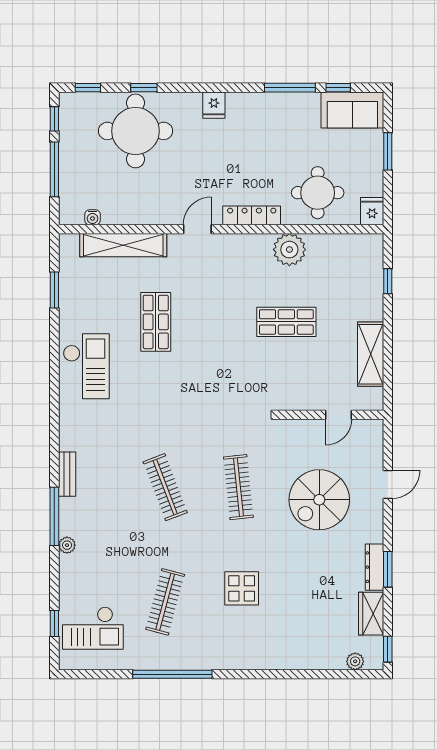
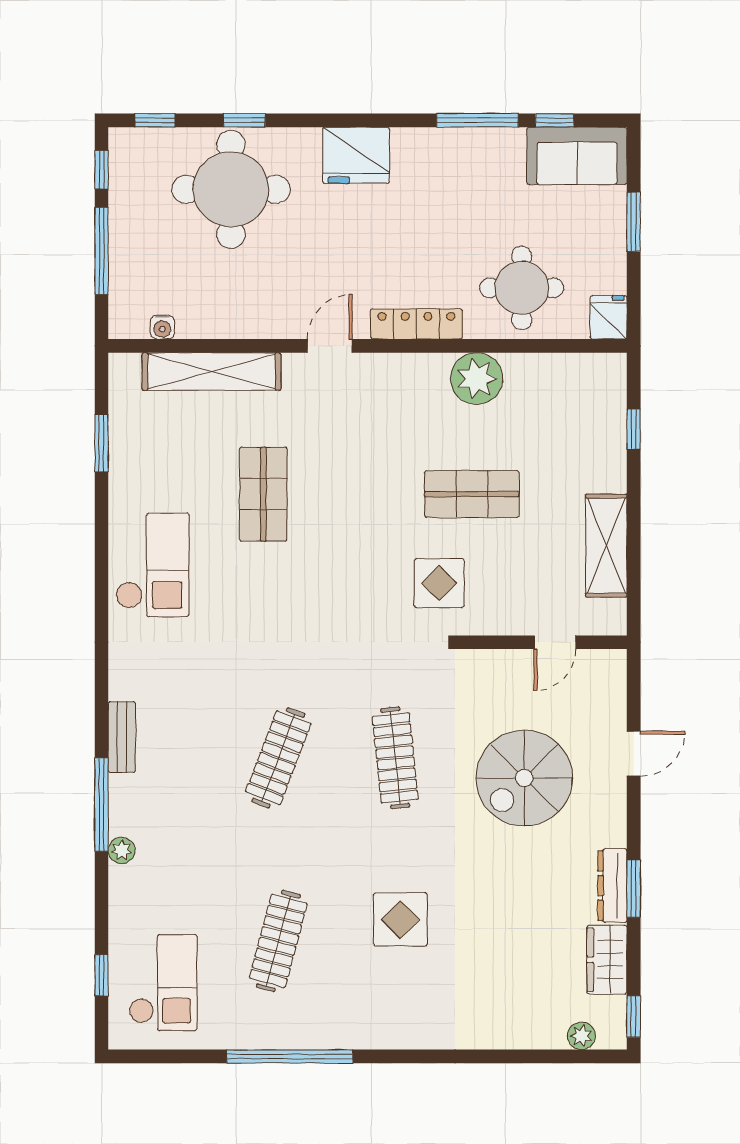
fridge: (214, 105) -> (356, 155), width x1.88, depth x1.34
display table: (266, 378) -> (439, 583), added
clothes rail: (165, 487) -> (278, 758), turned 42
checkout: (93, 628) -> (163, 983), turned -90

